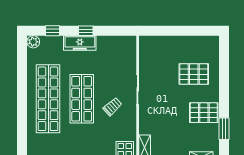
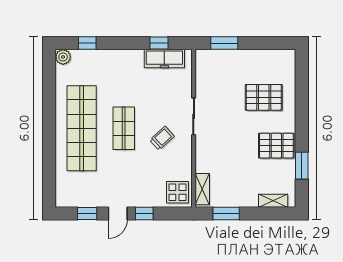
window: (86, 31) -> (159, 43), moved
window: (162, 31) -> (224, 43), added
freezer: (80, 43) -> (164, 58), moved
shop shelf: (82, 99) -> (124, 128), width x0.70, depth x0.74

